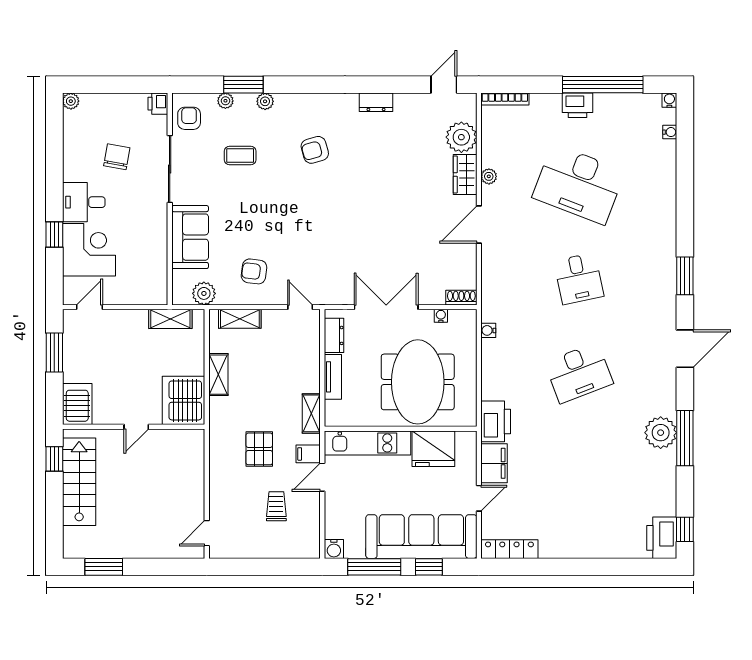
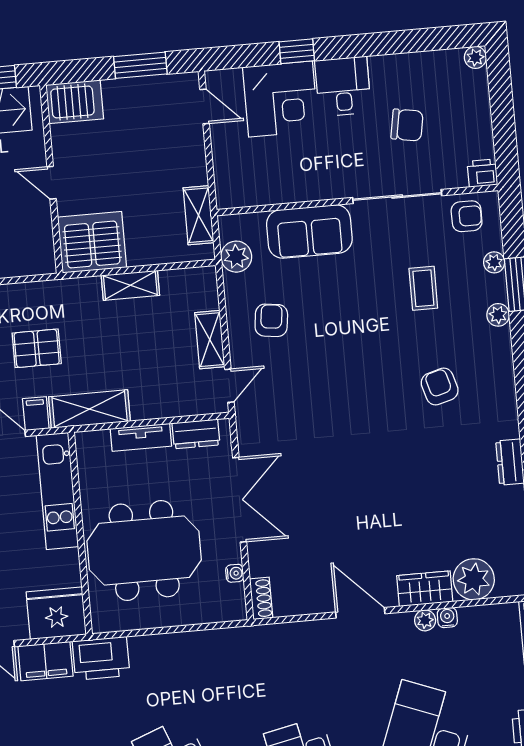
shelving: (240, 319) -> (210, 340), moved
water cooler: (488, 330) -> (447, 618), moved
shelving: (311, 413) -> (90, 409), width x1.50, depth x1.33
fridge: (433, 449) -> (56, 613), moved, turned 90

